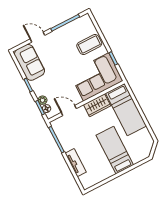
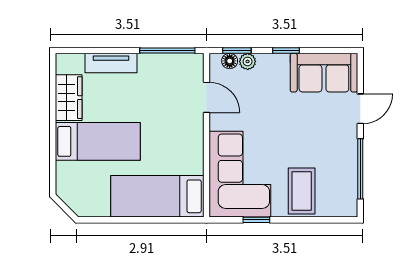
wardrobe: (97, 105) -> (69, 98), moved, turned 180
door: (69, 110) -> (206, 97), hinge flipped

